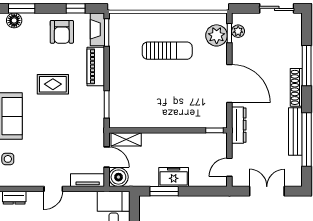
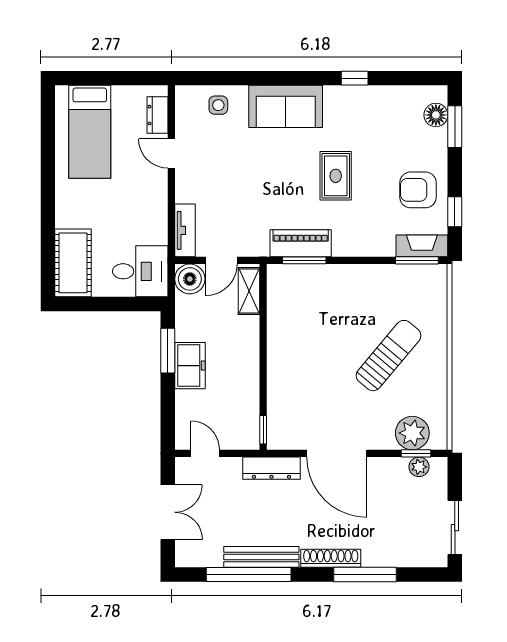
sun lounger: (167, 51) -> (389, 356), turned -140
piano: (96, 66) -> (301, 243), moved
door: (229, 84) -> (337, 453), hinge flipped
door: (53, 189) -> (171, 154), moved

